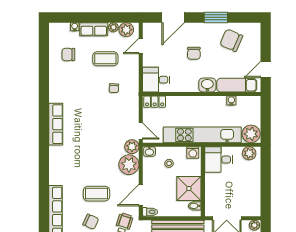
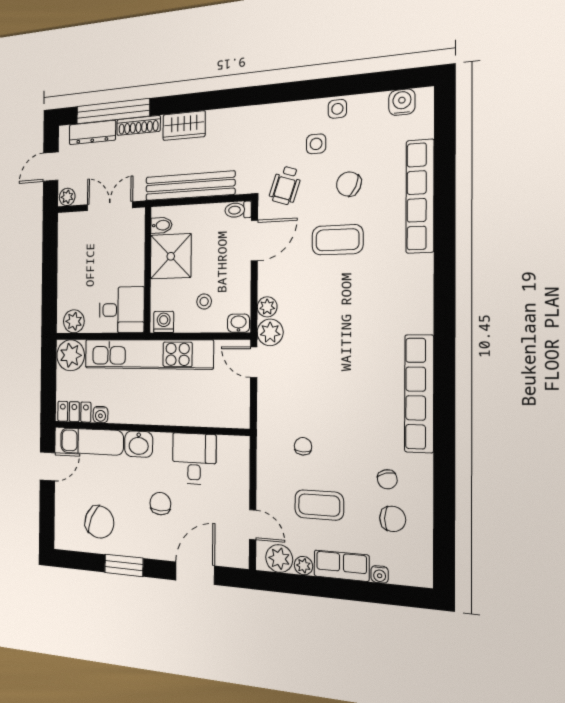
door: (141, 46) -> (253, 525), hinge flipped
chair: (71, 74) -> (387, 479), added
desk: (156, 80) -> (194, 459), moved, turned -90
locker: (155, 102) -> (74, 412), moved
row of seats: (56, 124) -> (419, 394), width x1.36
plant: (129, 165) -> (267, 307), width x0.53, depth x0.53

